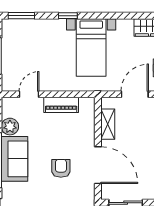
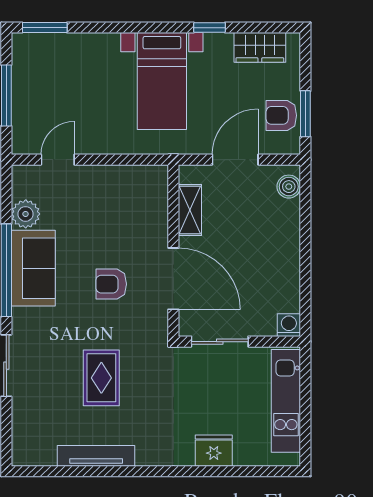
window: (68, 16) -> (209, 28), moved
piano: (61, 105) -> (111, 177), removed
armchair: (61, 168) -> (111, 284), turned -90

